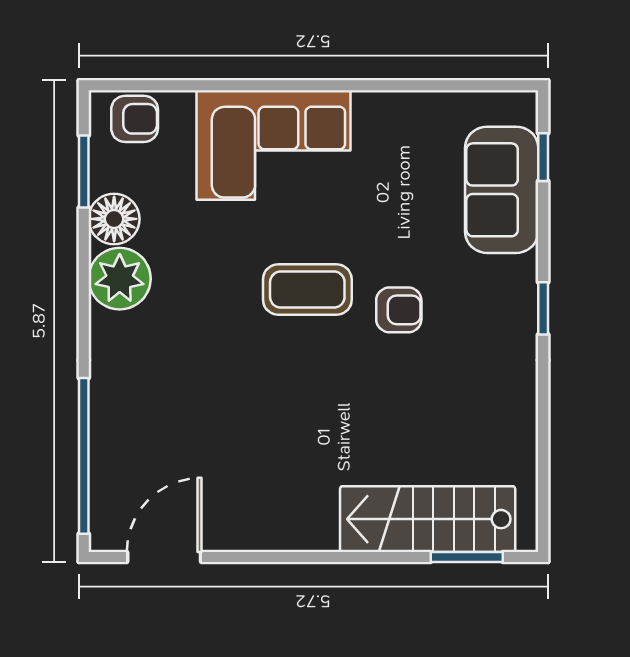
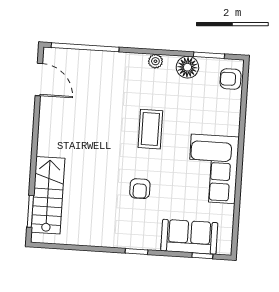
armchair: (135, 119) -> (230, 79), turned 90
corner sofa: (273, 145) -> (213, 169), moved
plant: (120, 279) -> (155, 61), width x0.53, depth x0.53
coffee table: (307, 290) -> (150, 129), moved

